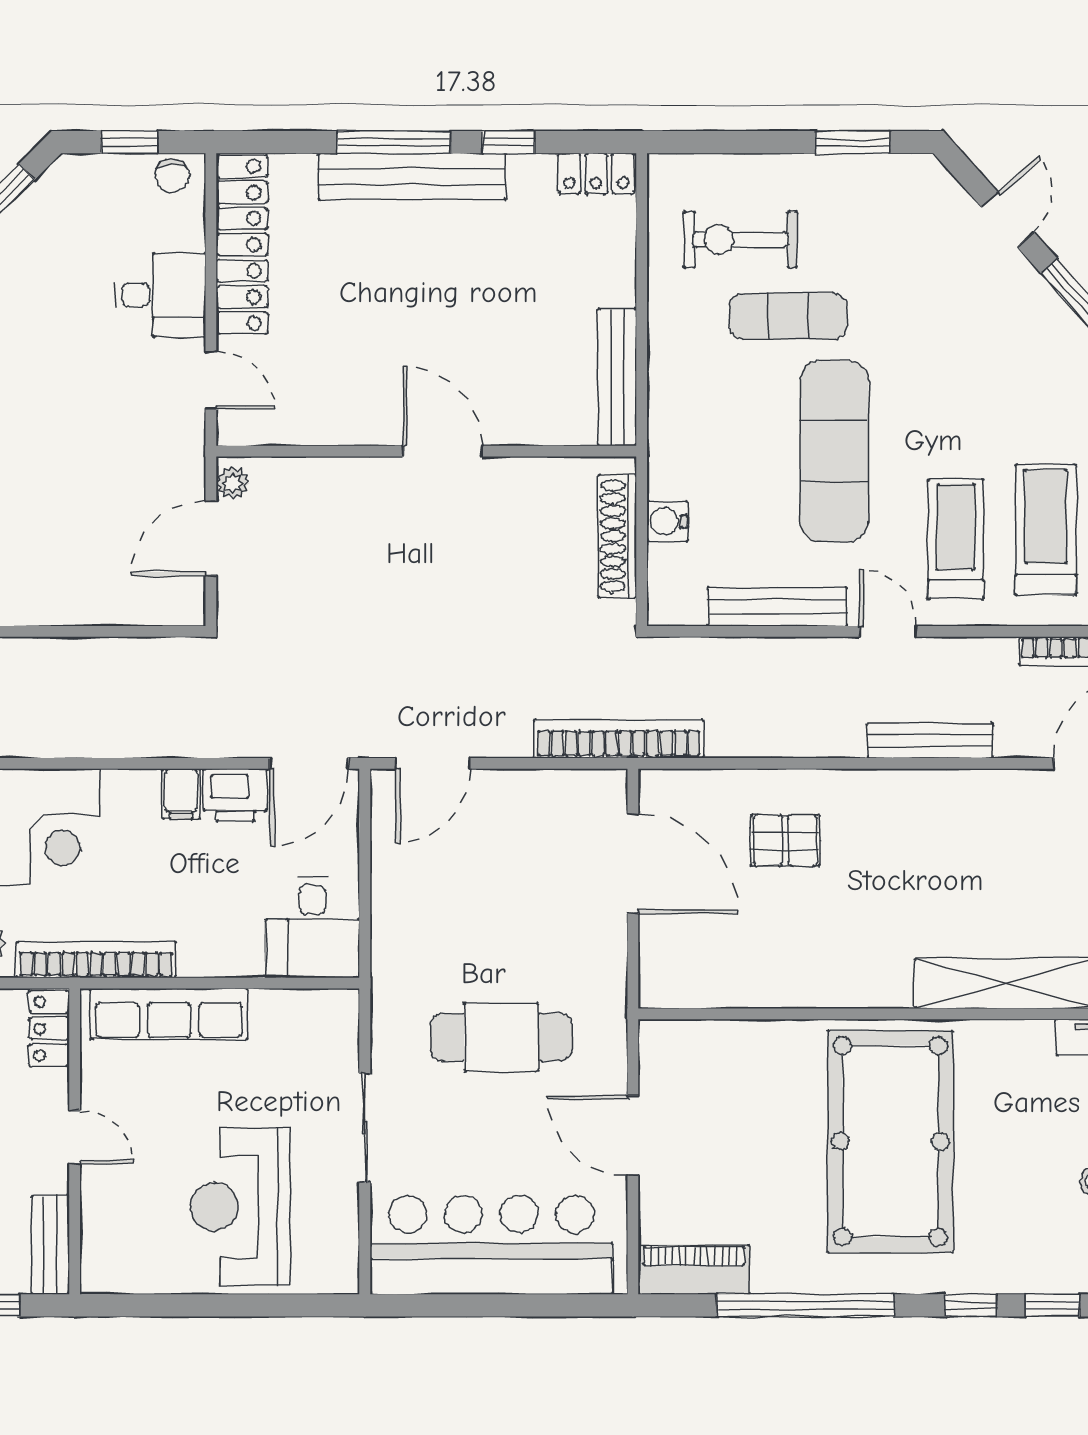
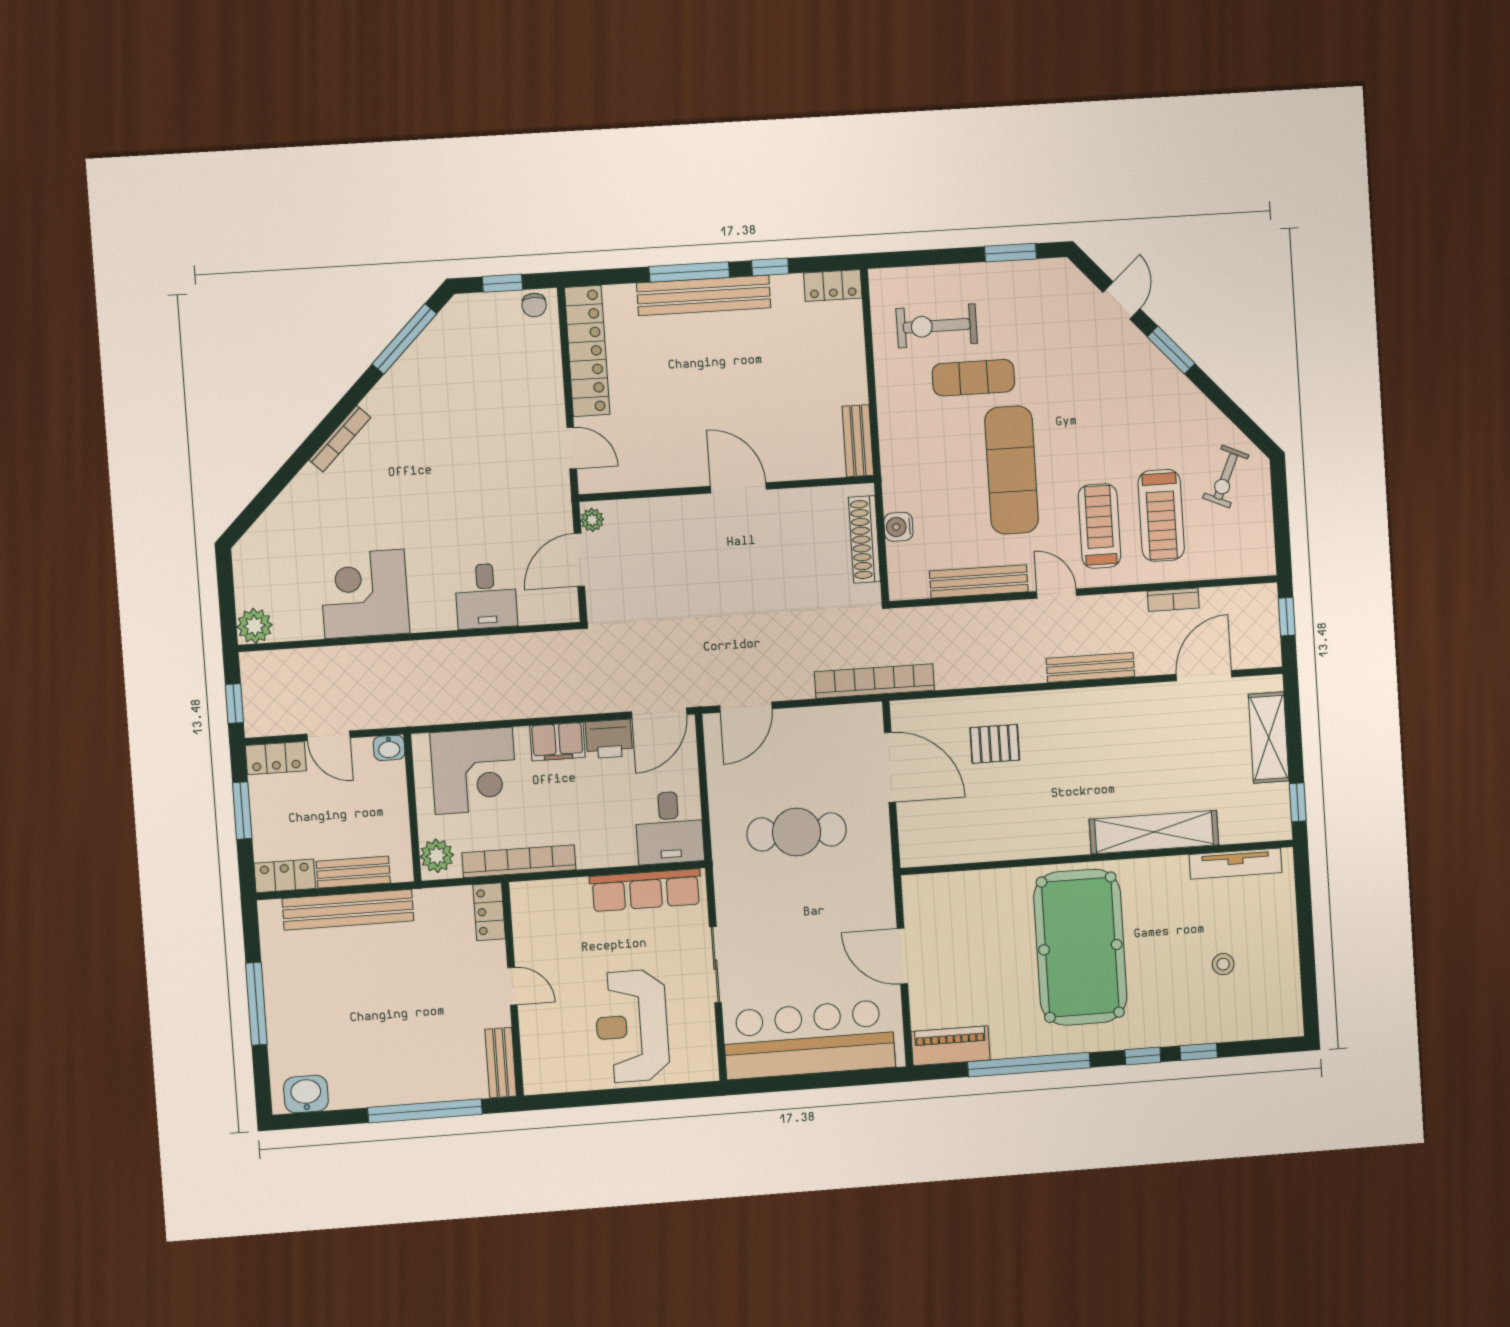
desk: (160, 295) -> (486, 596), moved, turned 90
bench: (617, 377) -> (858, 441), width x0.73
treadmill: (1046, 530) -> (1161, 515), turned 180
filing cabinet: (181, 794) -> (557, 742), width x2.00
row of seats: (169, 1014) -> (646, 890), moved
cafe table: (501, 1037) -> (797, 832), moved

